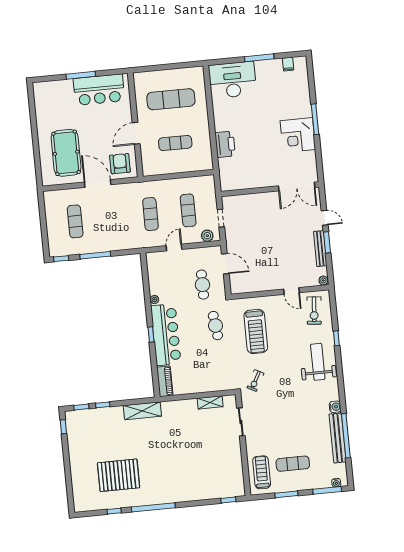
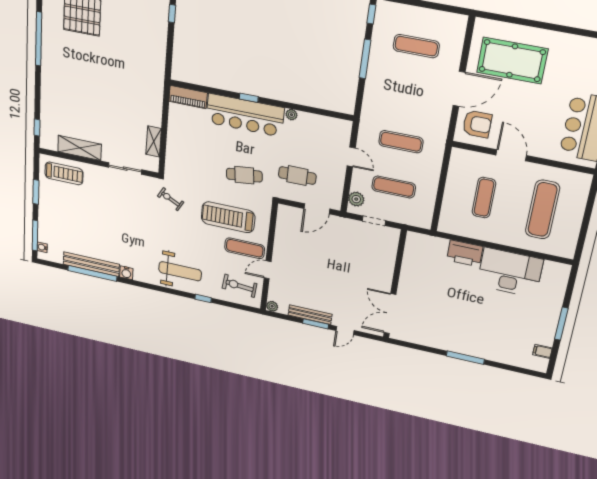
desk: (233, 80) -> (510, 272), moved, turned -90
corner desk: (298, 135) -> (452, 334), removed
shelving: (142, 411) -> (80, 148), moved, turned 90
exercise mat: (293, 464) -> (245, 248), moved, turned 90

